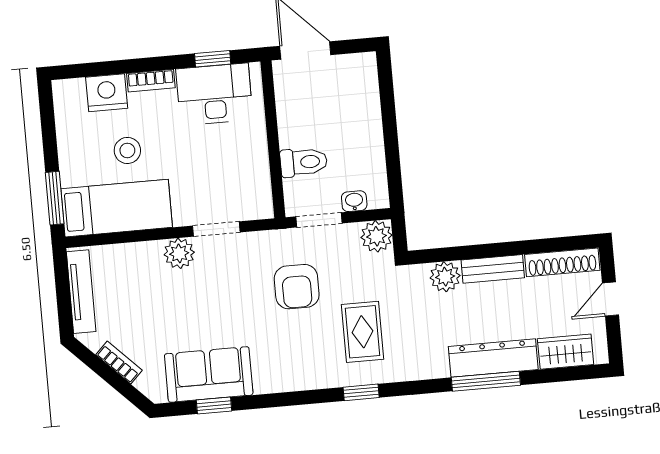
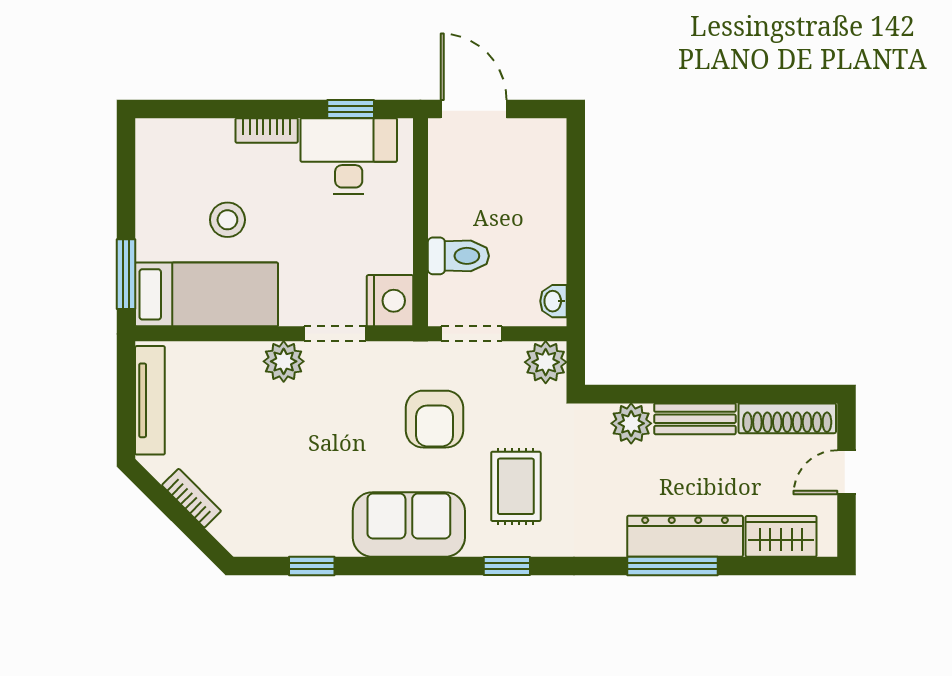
nightstand: (107, 93) -> (390, 301), moved, turned 90
washbasin: (354, 201) -> (553, 301), moved, turned -90
sofa: (209, 374) -> (409, 524), moved

